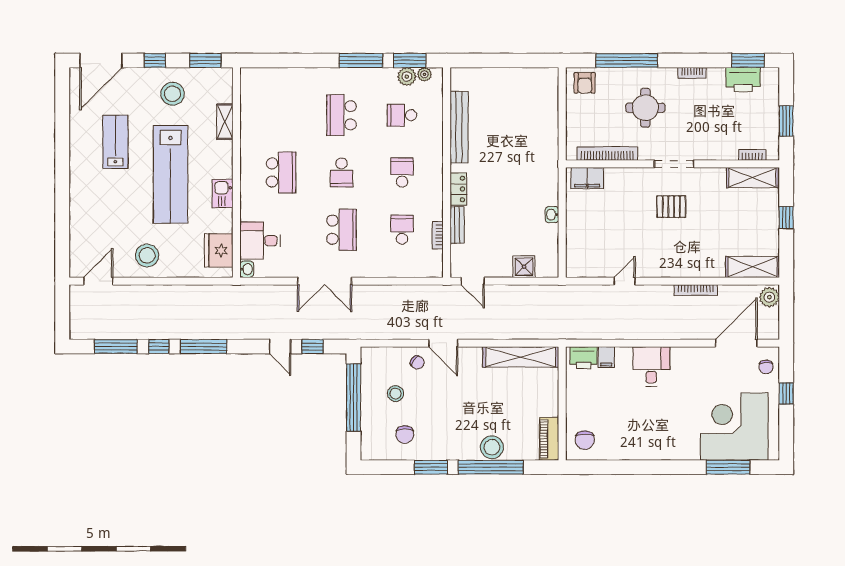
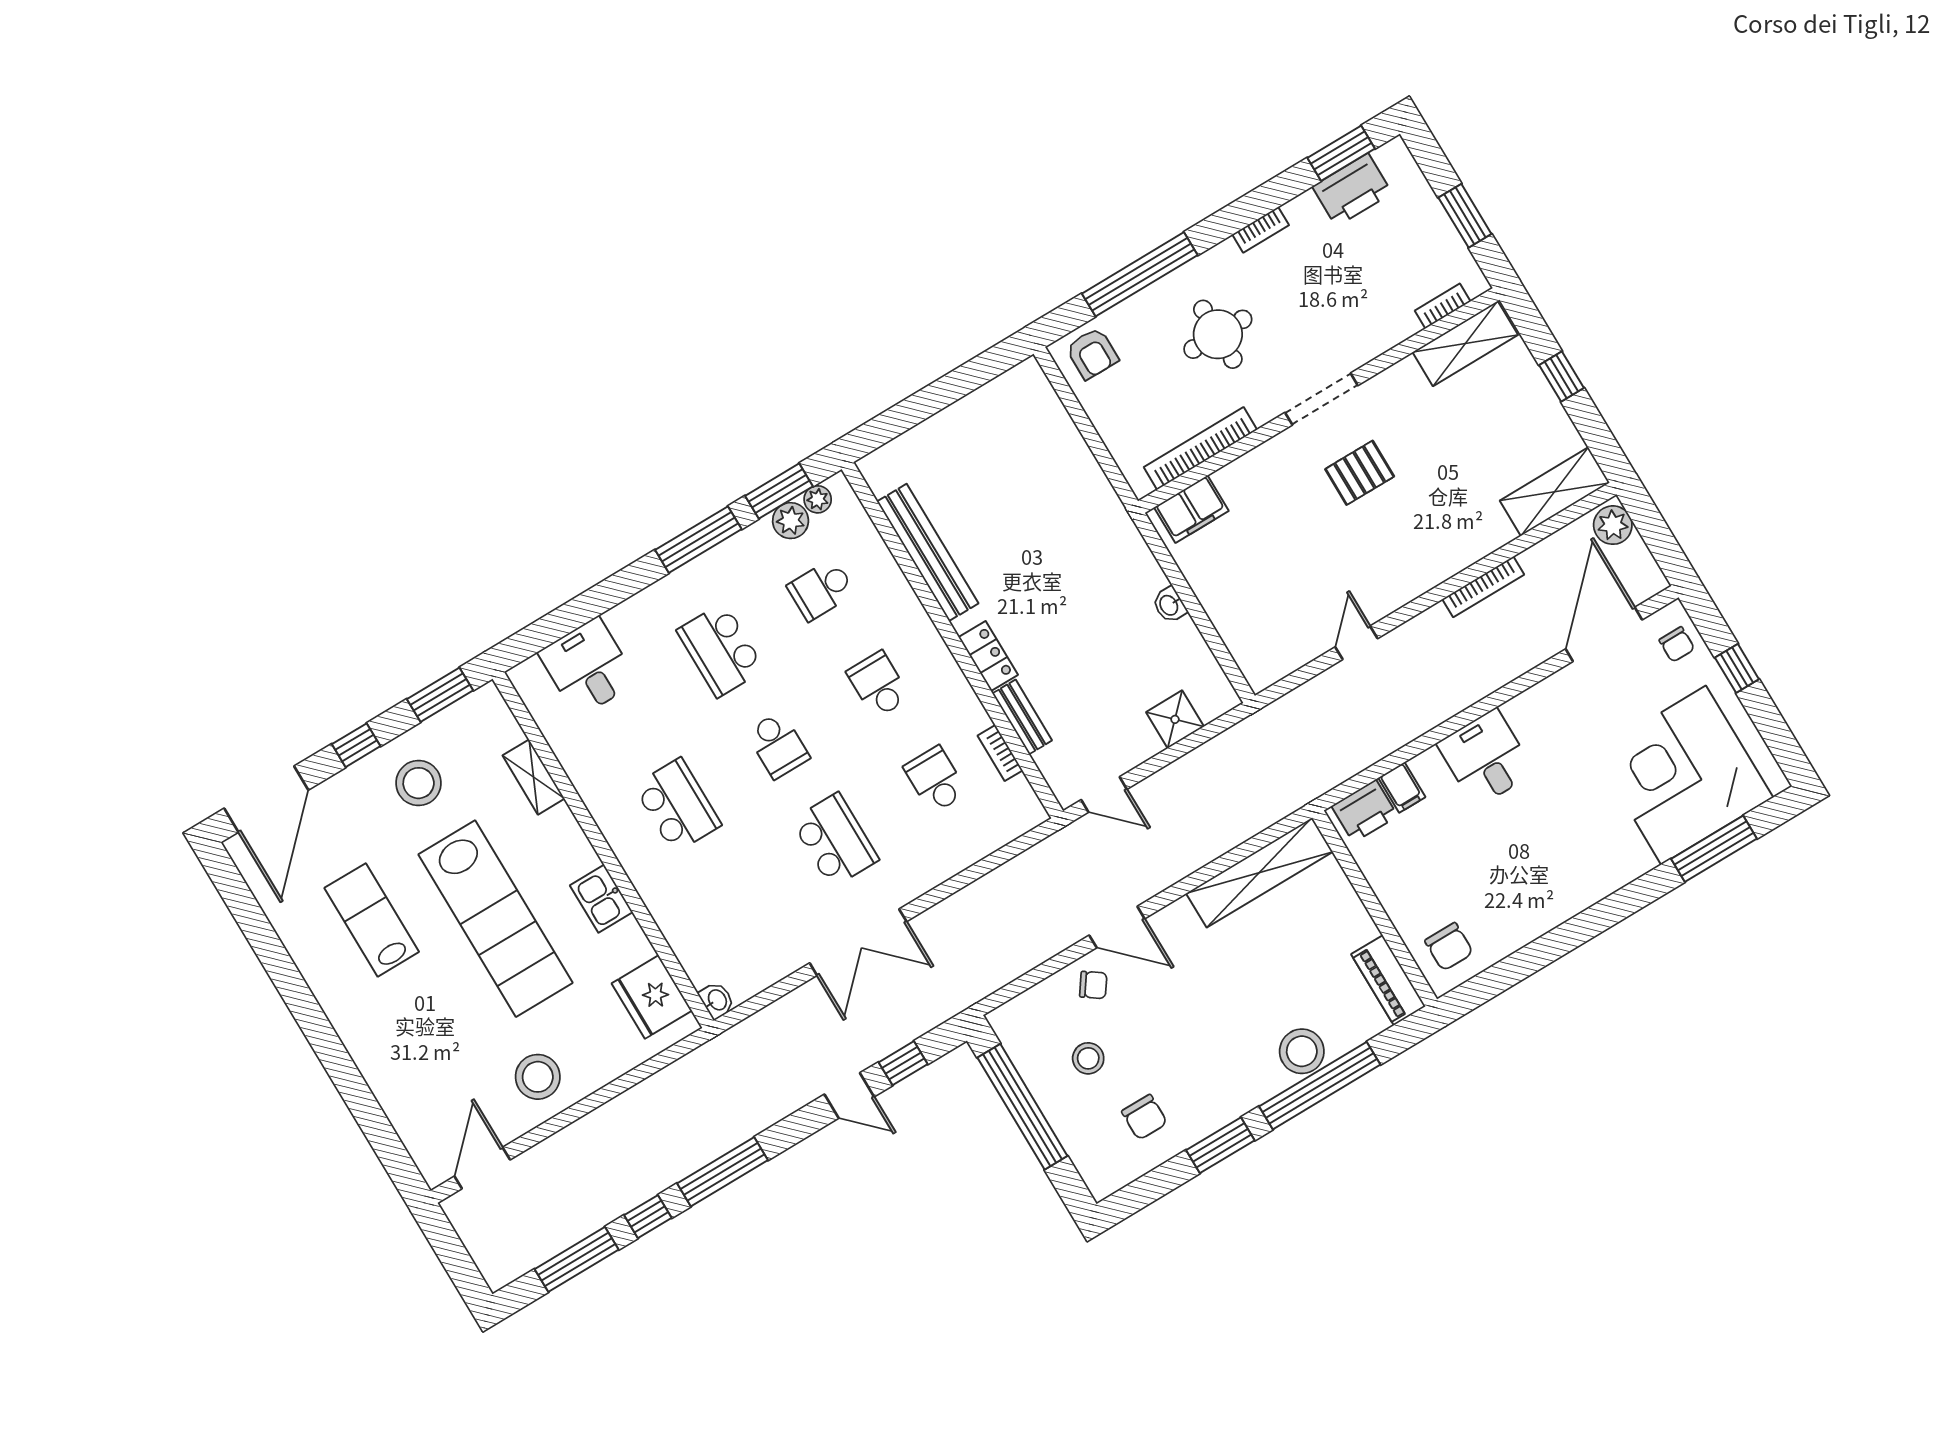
desk: (260, 241) -> (588, 667), moved, turned 90

